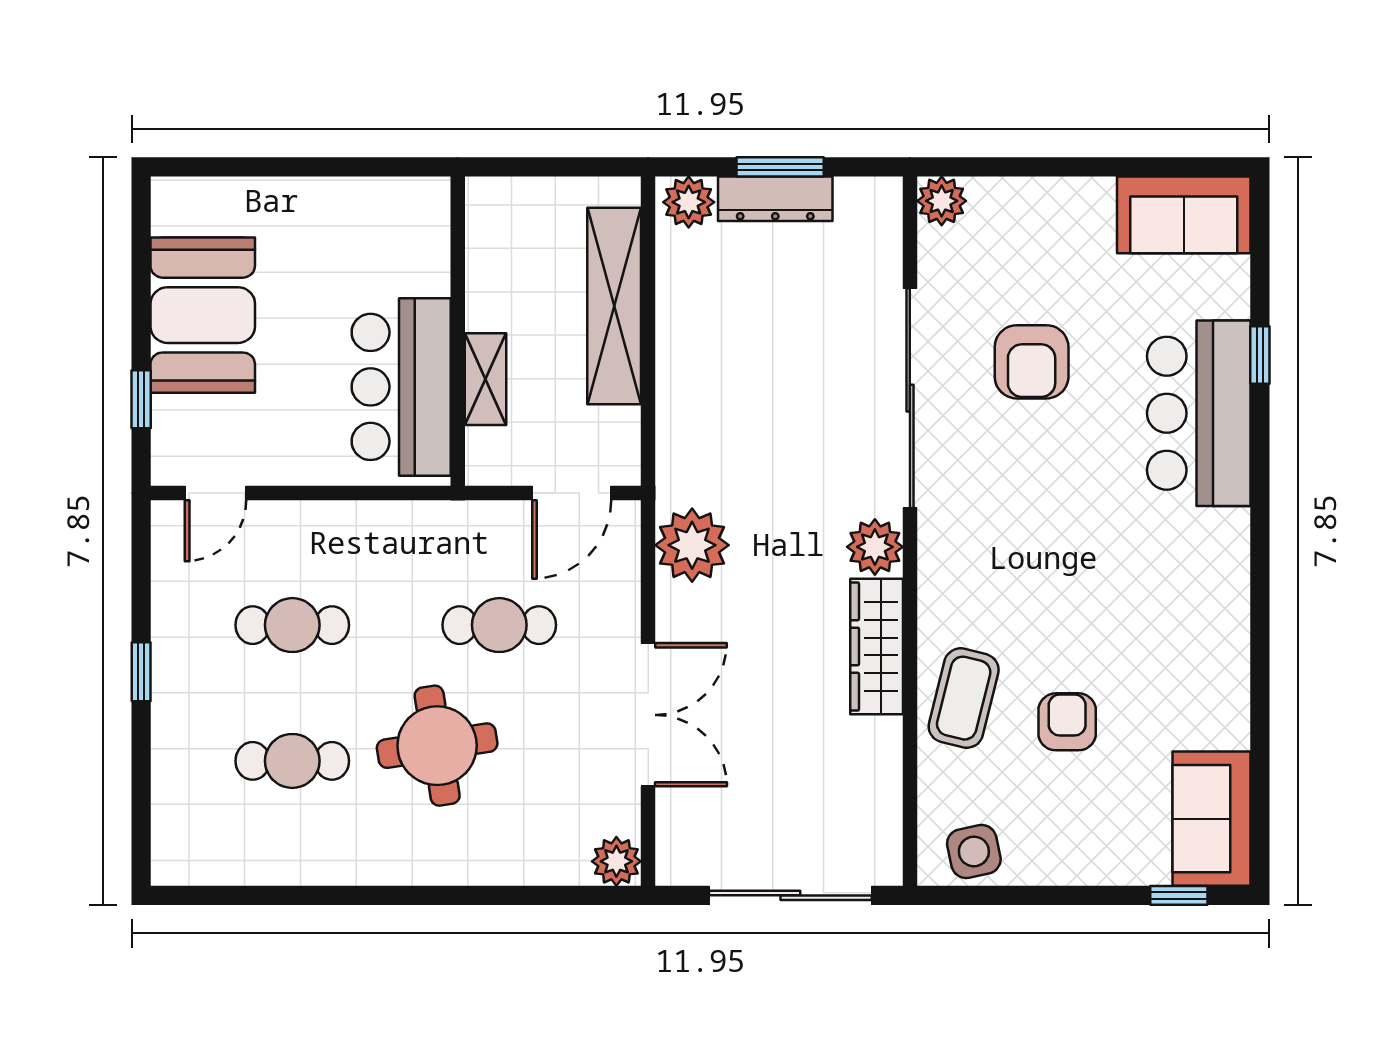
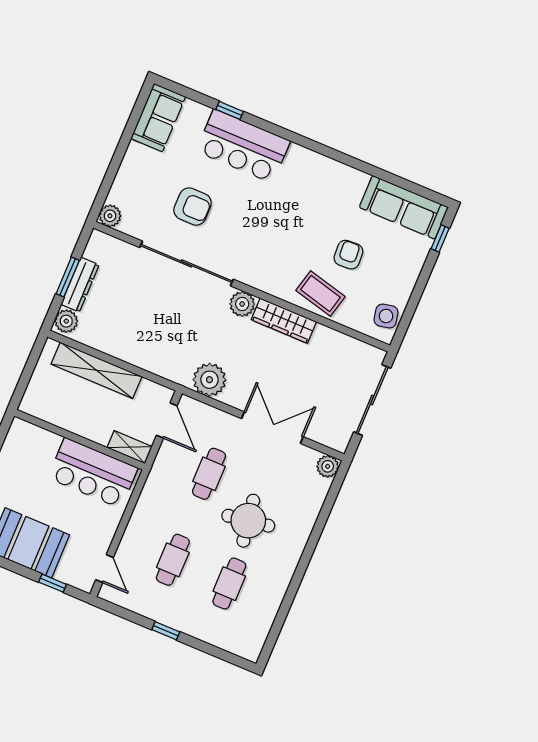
shelving: (486, 379) -> (130, 447), moved
armchair: (1067, 722) -> (348, 255), turned 87
sofa: (1211, 819) -> (404, 207), width x1.36

